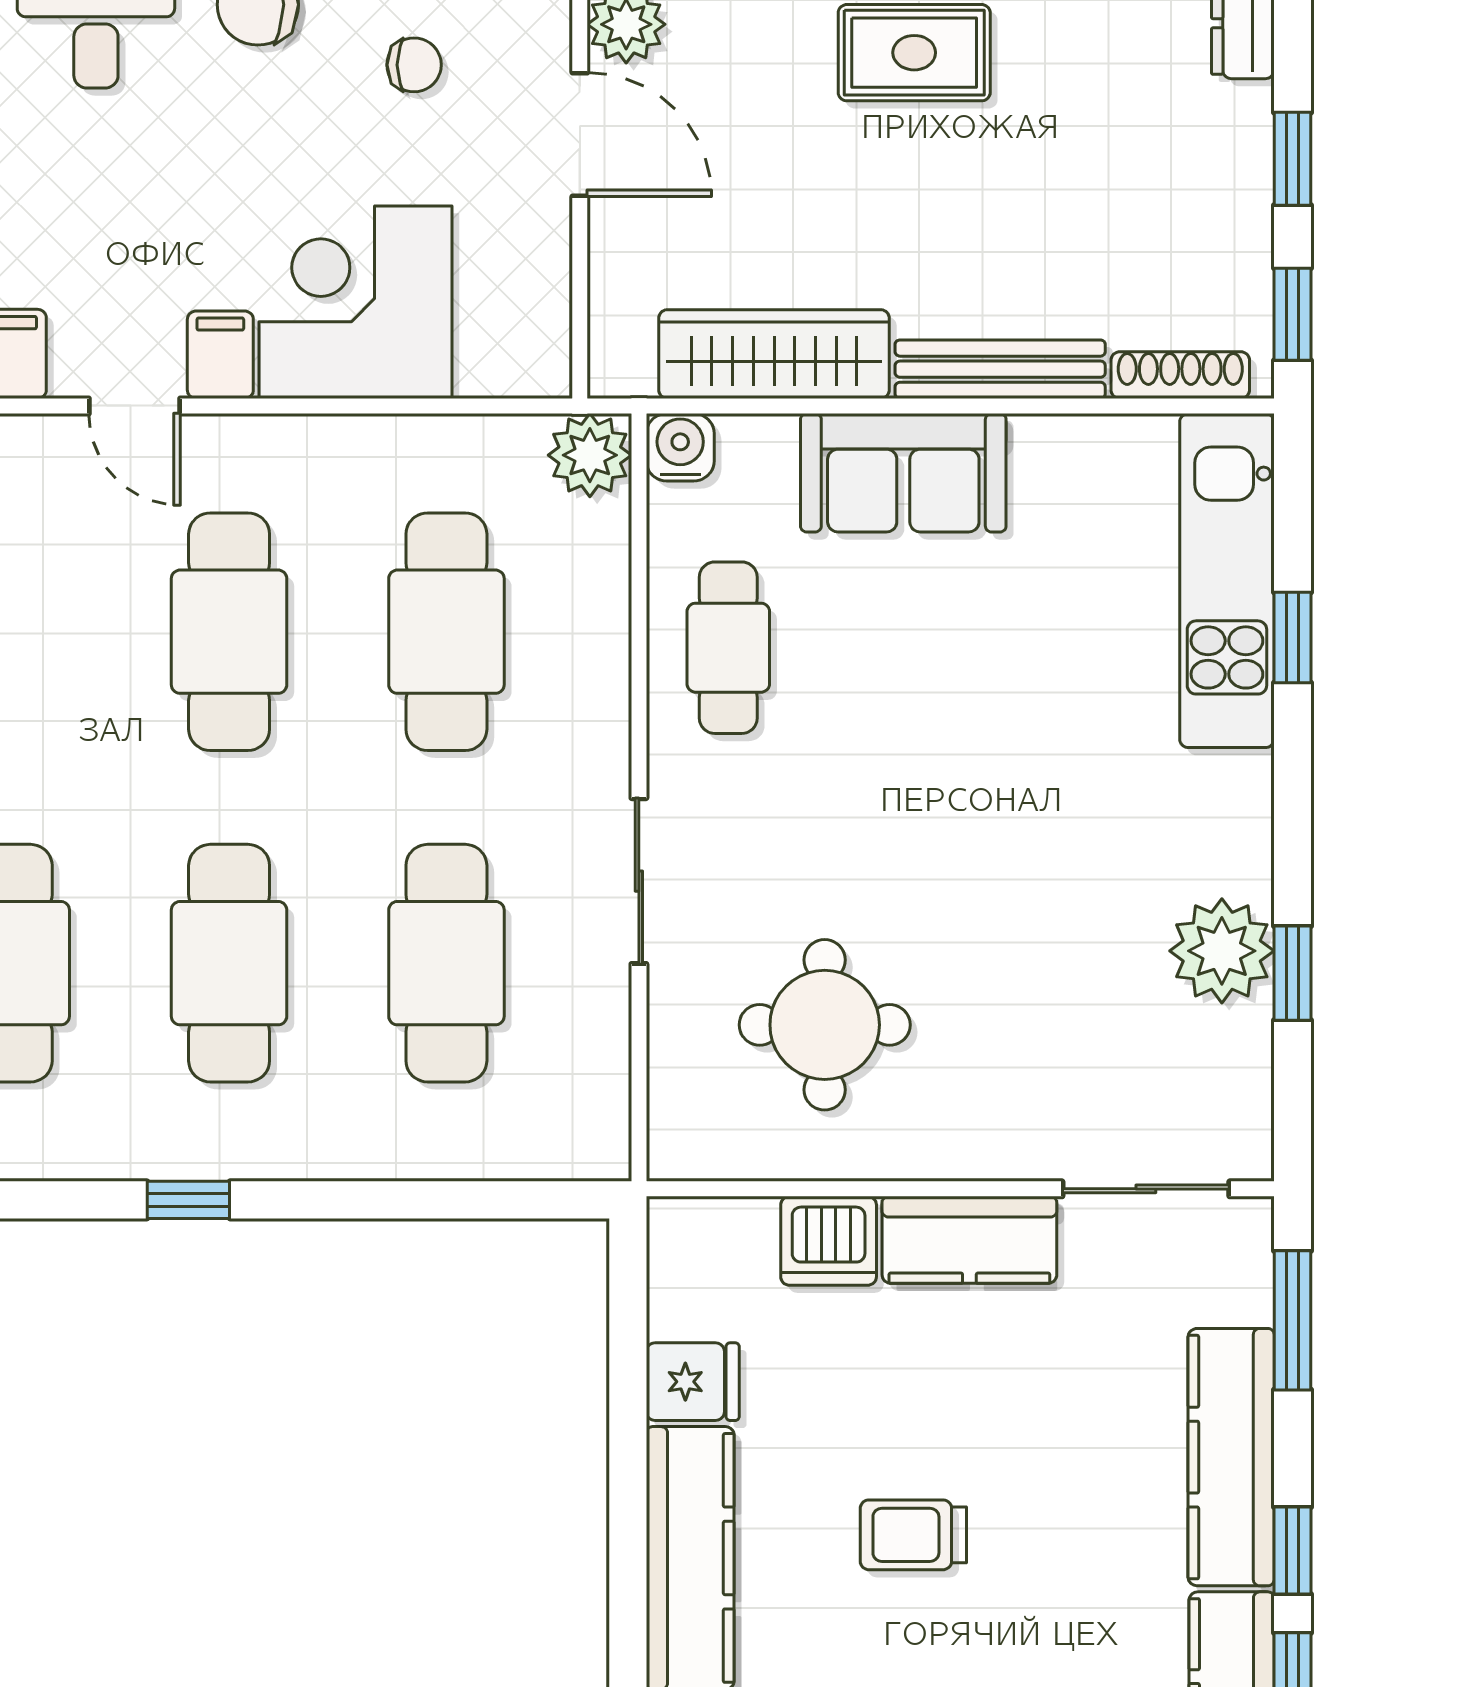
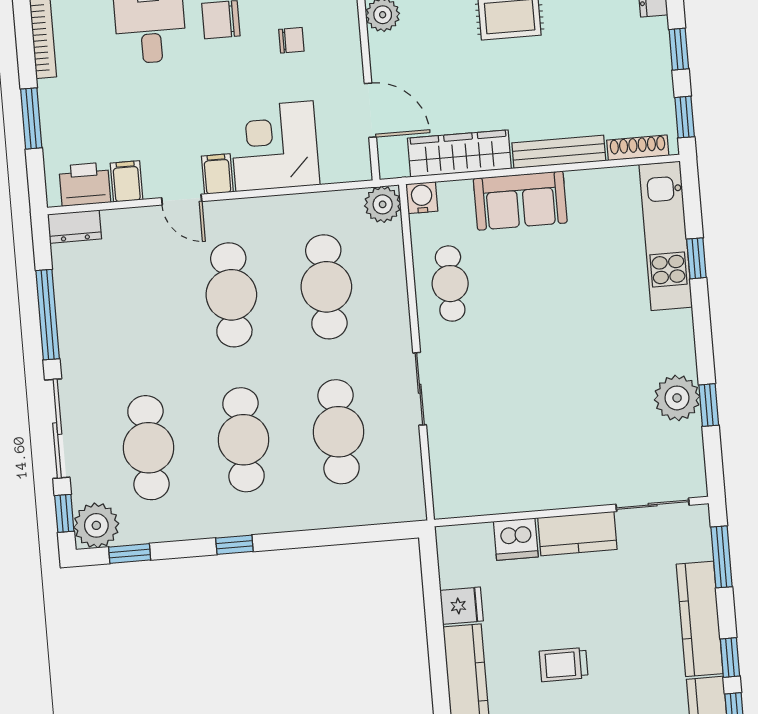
door: (580, 135) -> (370, 110), moved
round table: (825, 1025) -> (506, 445), removed

